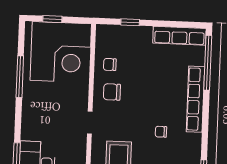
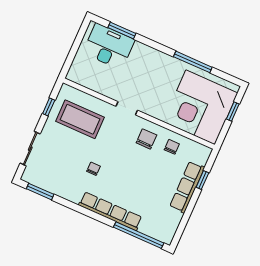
row of seats: (179, 36) -> (187, 187), moved

